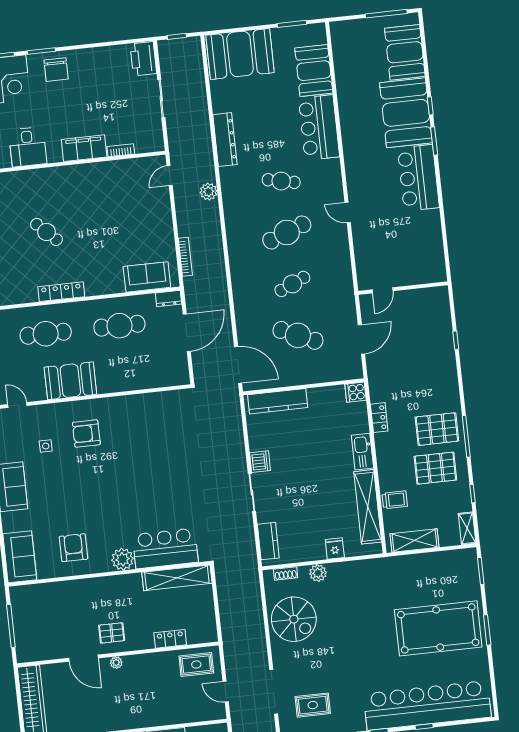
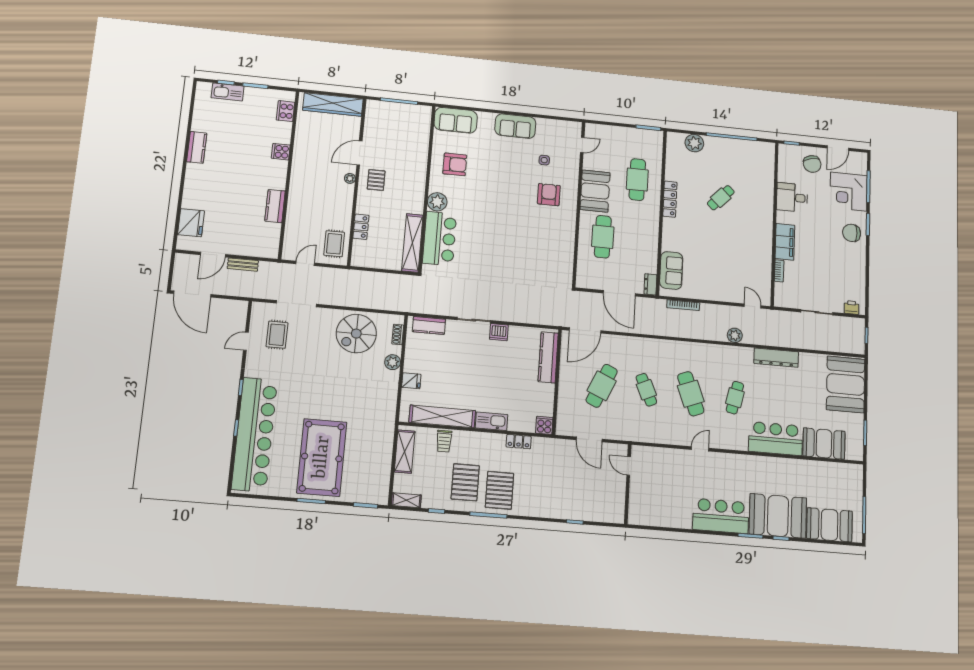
printer: (143, 59) -> (851, 307), width x0.53, depth x0.68
cafe table: (119, 326) -> (603, 237), moved

